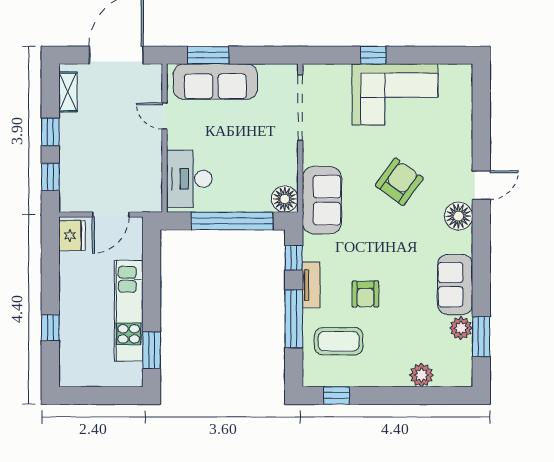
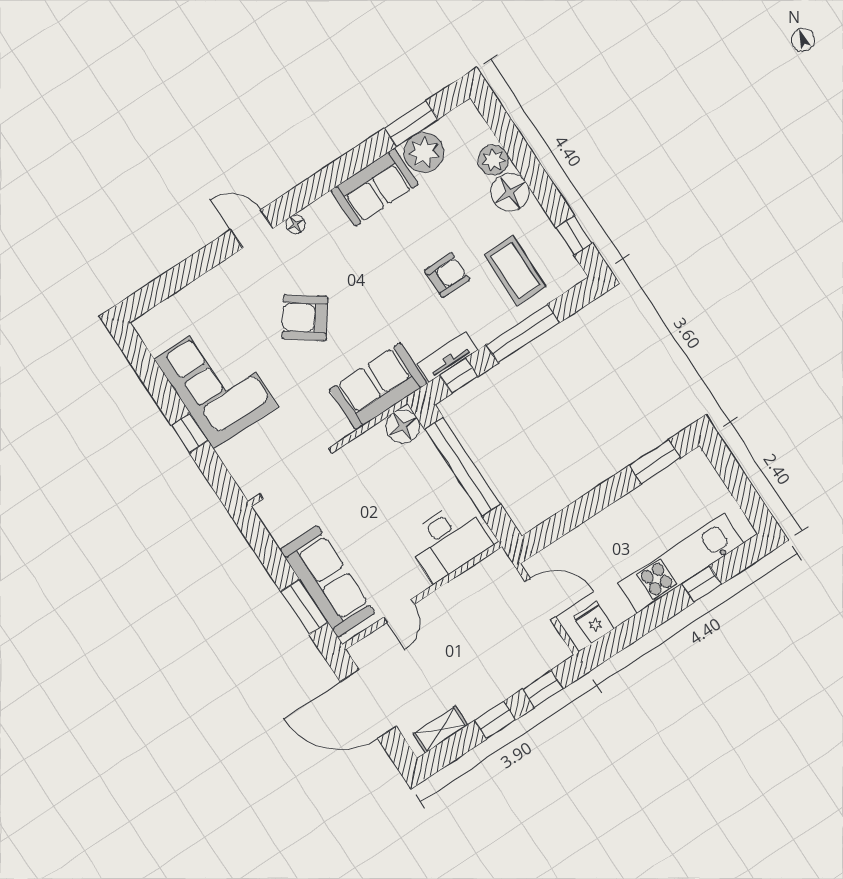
floor lamp: (458, 216) -> (296, 224), width x0.53, depth x0.53
fridge: (72, 236) -> (594, 622), width x0.72
tv unit: (311, 285) -> (447, 357), moved
kitchen unit: (129, 311) -> (681, 563), moved, turned 180
plant: (461, 328) -> (424, 152), width x1.36, depth x1.36
floor lamp: (393, 372) -> (510, 192), added

